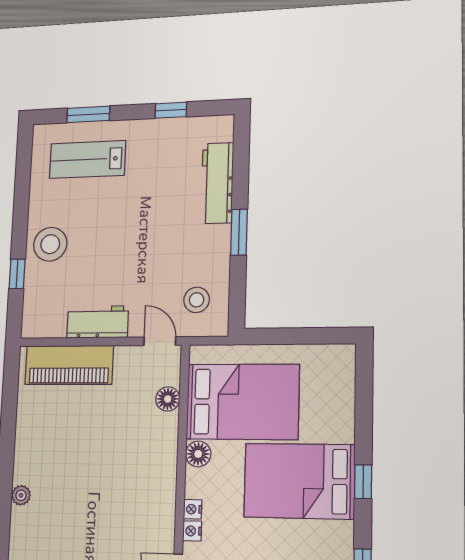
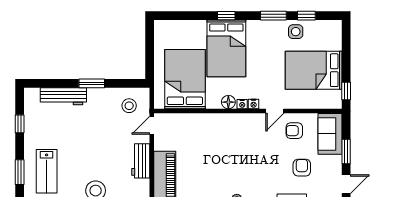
floor lamp: (168, 399) -> (184, 120), removed
floor lamp: (198, 454) -> (228, 102), moved

